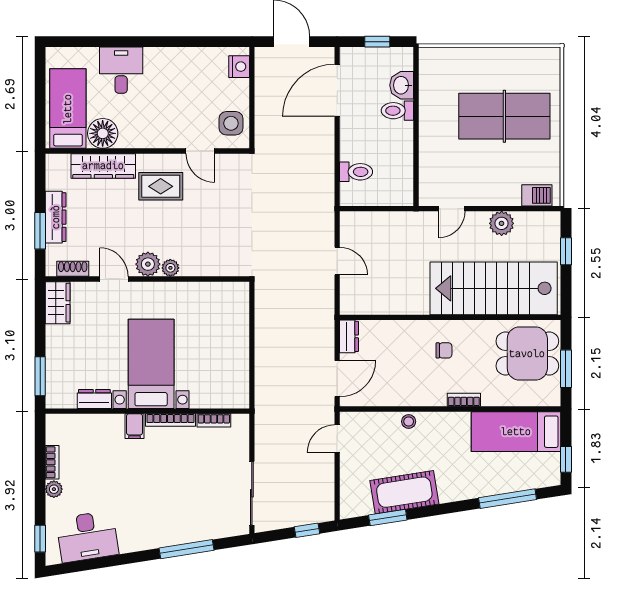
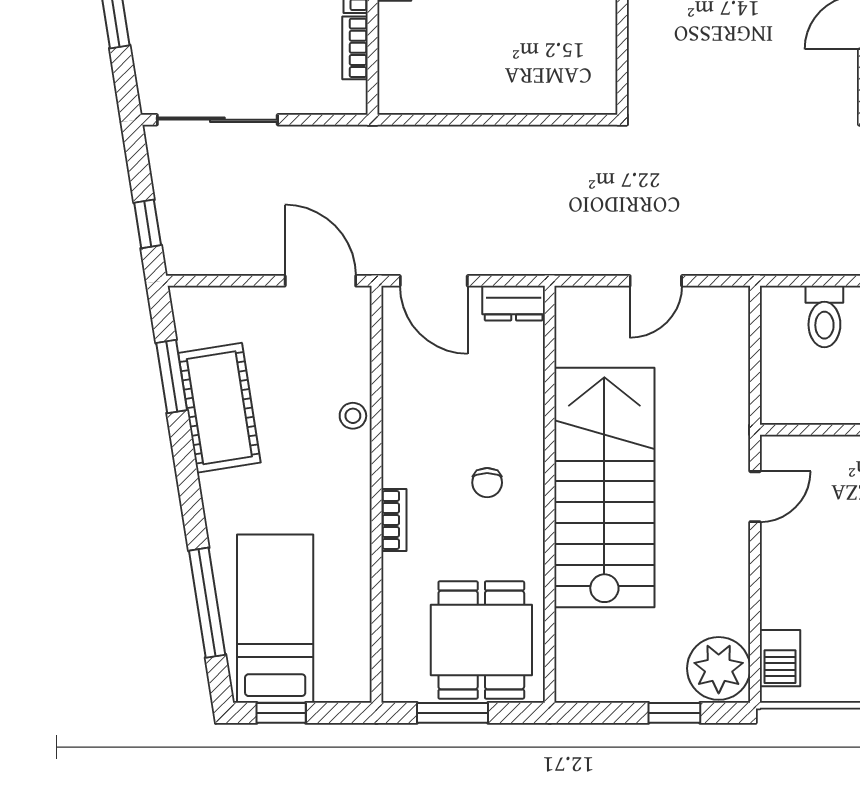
door: (451, 209) -> (755, 497), swing flipped
plant: (502, 223) -> (719, 668), moved, width x1.36, depth x1.36
stairs: (494, 288) -> (604, 487), moved
bed: (516, 432) -> (275, 619), moved
door: (337, 439) -> (320, 281), width x1.38

